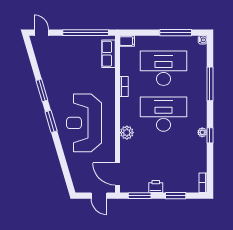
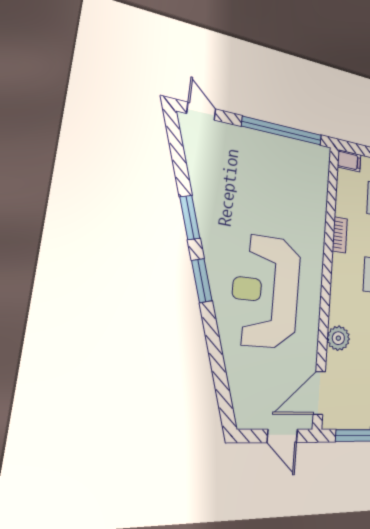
row of seats: (108, 54) -> (318, 175), removed
plant: (127, 133) -> (338, 338), moved
door: (118, 174) -> (319, 393), hinge flipped

